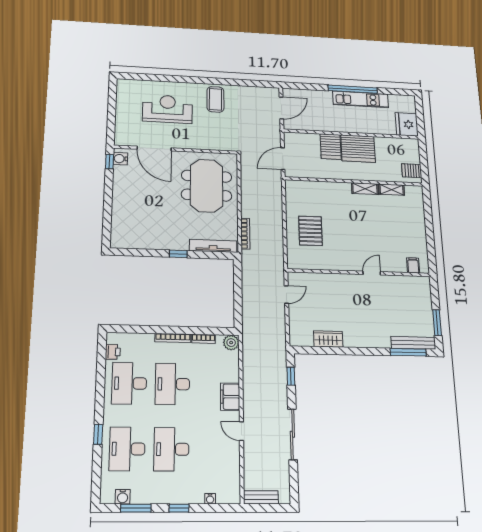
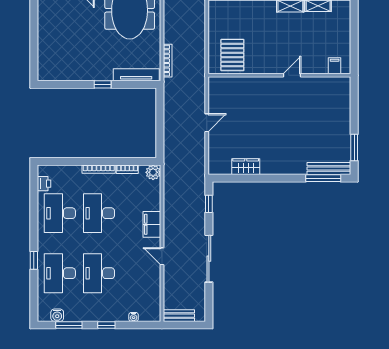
filing cabinet: (413, 265) -> (335, 66), moved
wall: (359, 273) -> (279, 75), moved
door: (372, 273) -> (292, 75), moved

